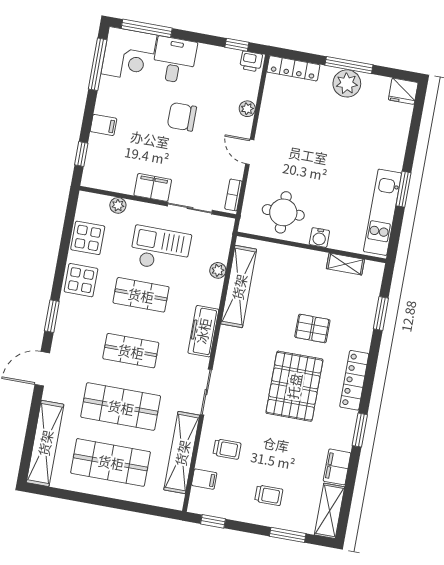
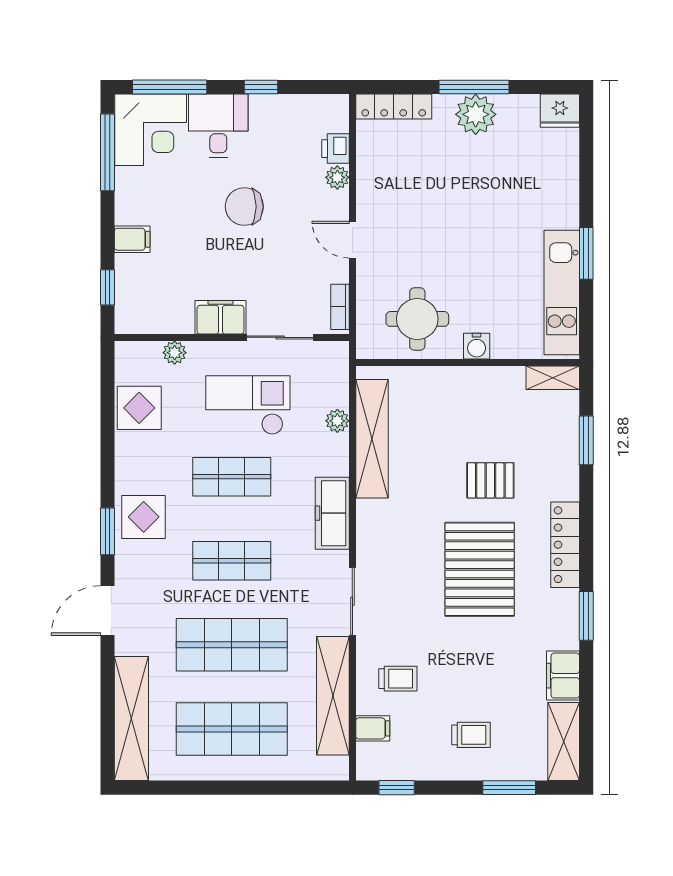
window: (237, 45) -> (261, 87), moved
printer: (251, 61) -> (336, 149), moved, turned 90
shelving: (345, 264) -> (553, 378), moved
display table: (81, 280) -> (144, 517), moved

